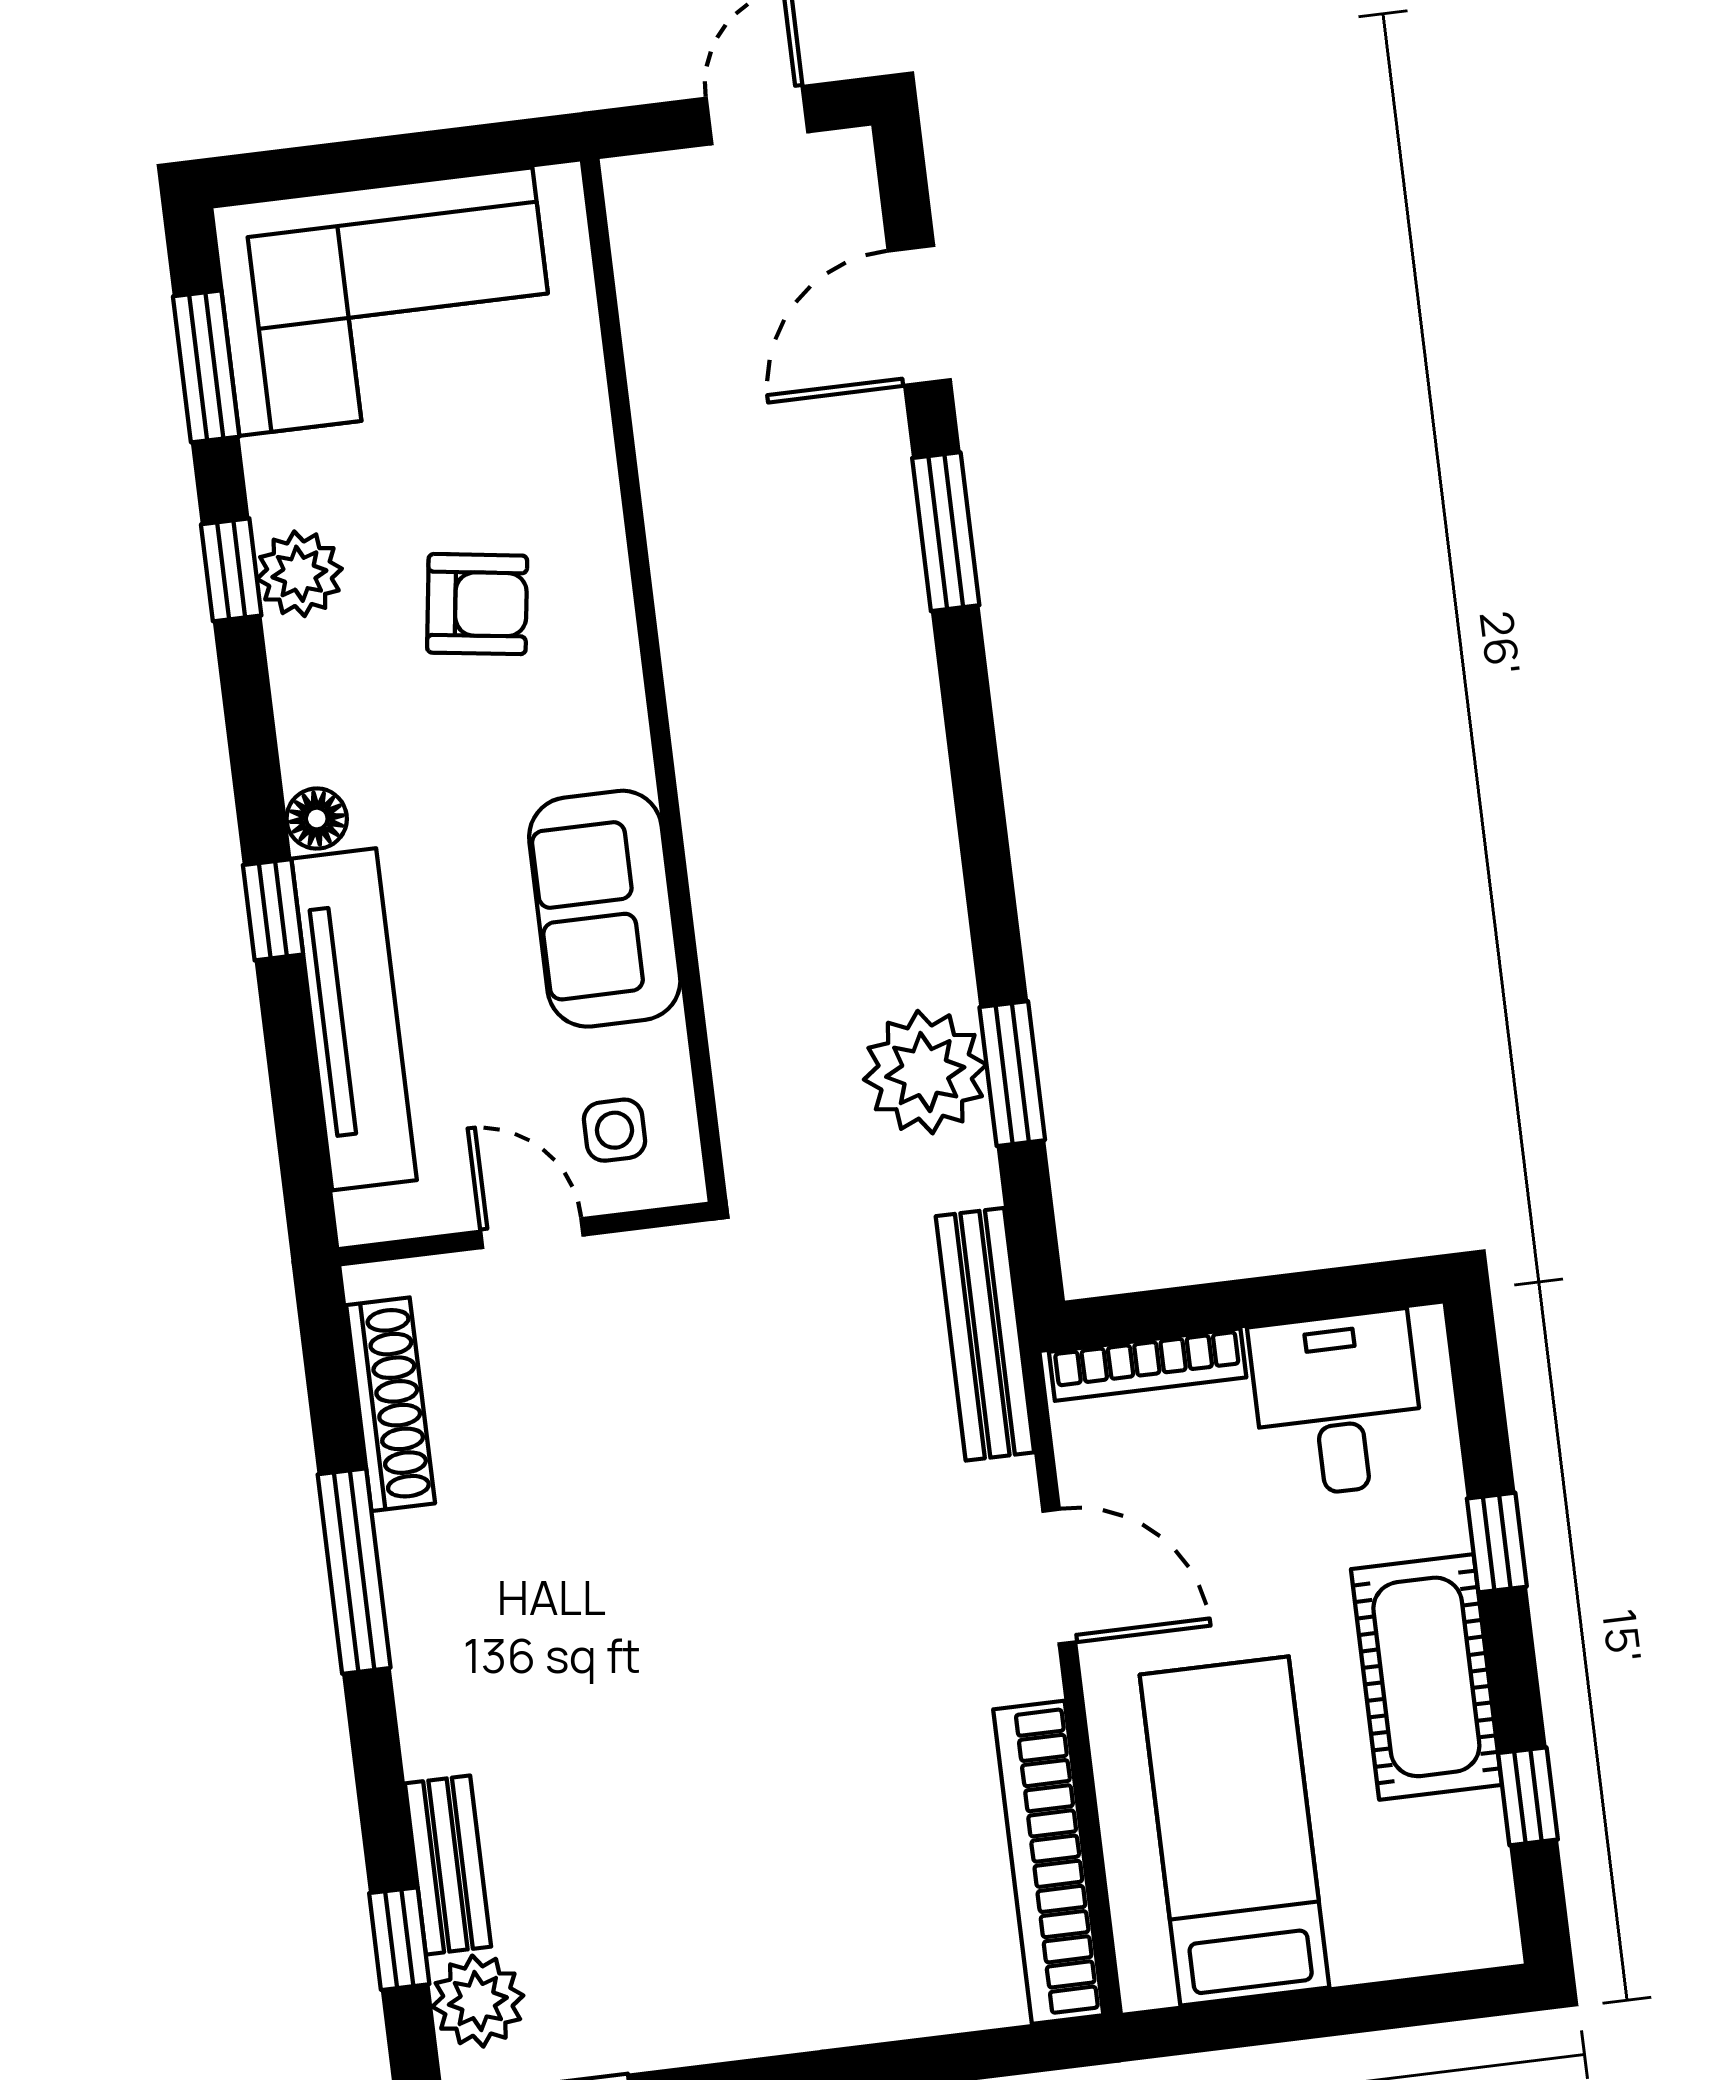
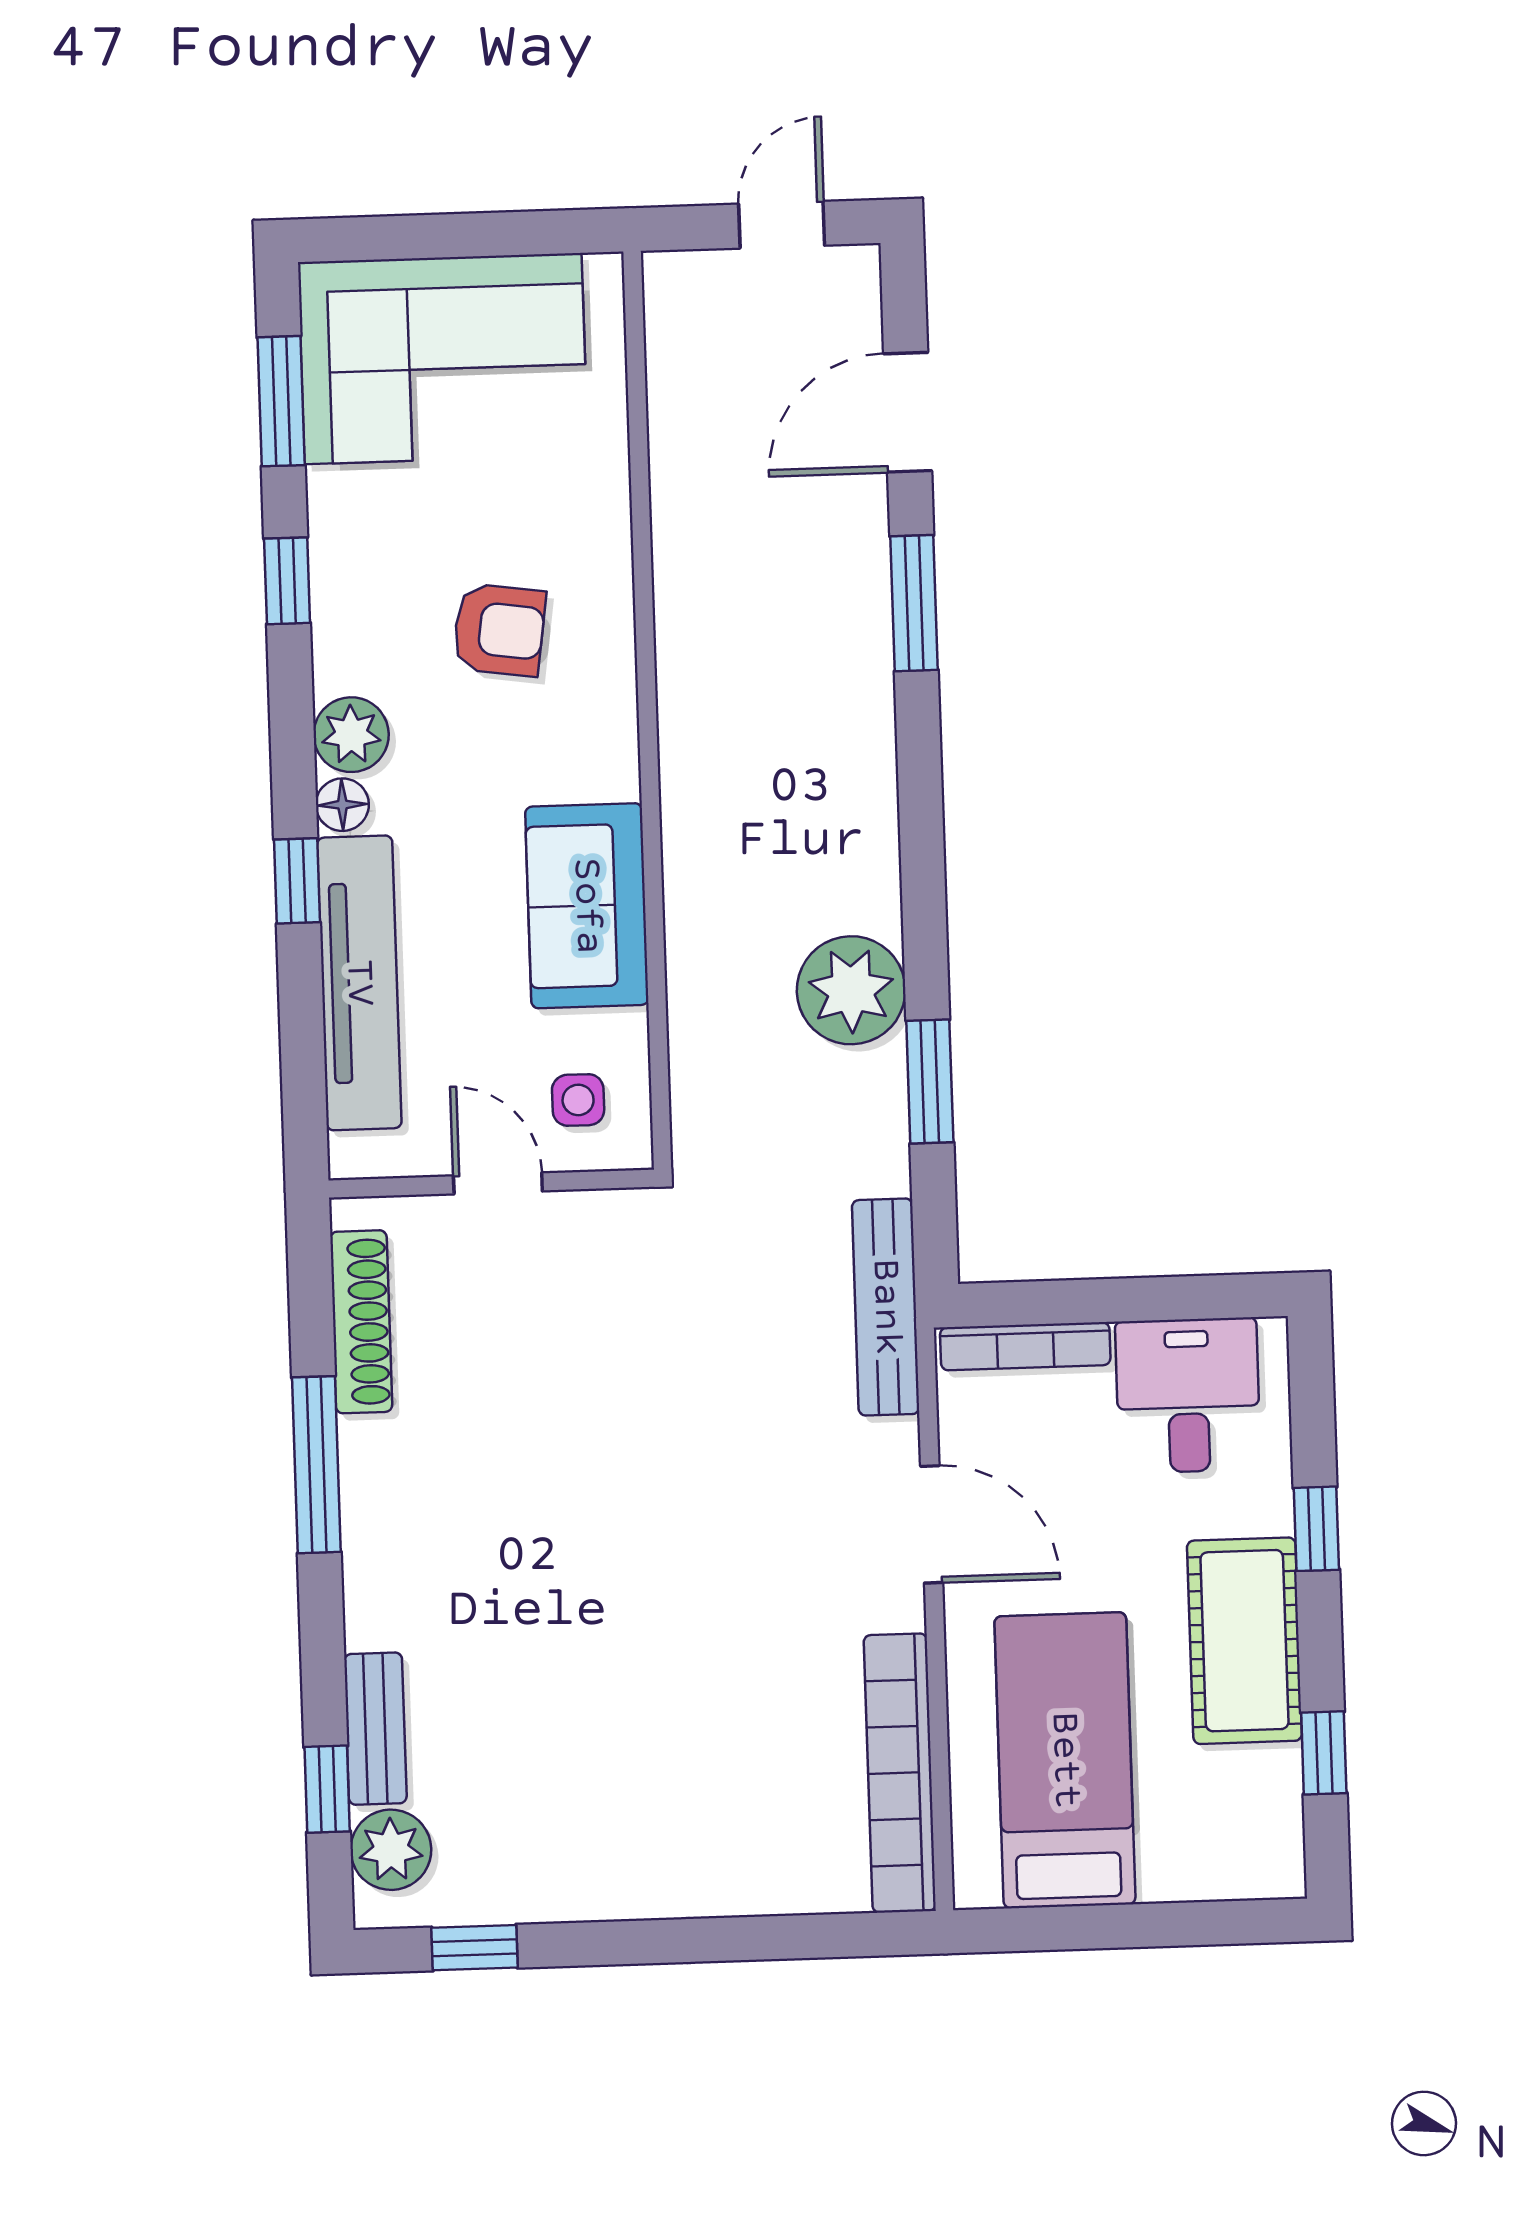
plant: (299, 574) -> (351, 735), moved
plant: (925, 1072) -> (851, 990), moved

